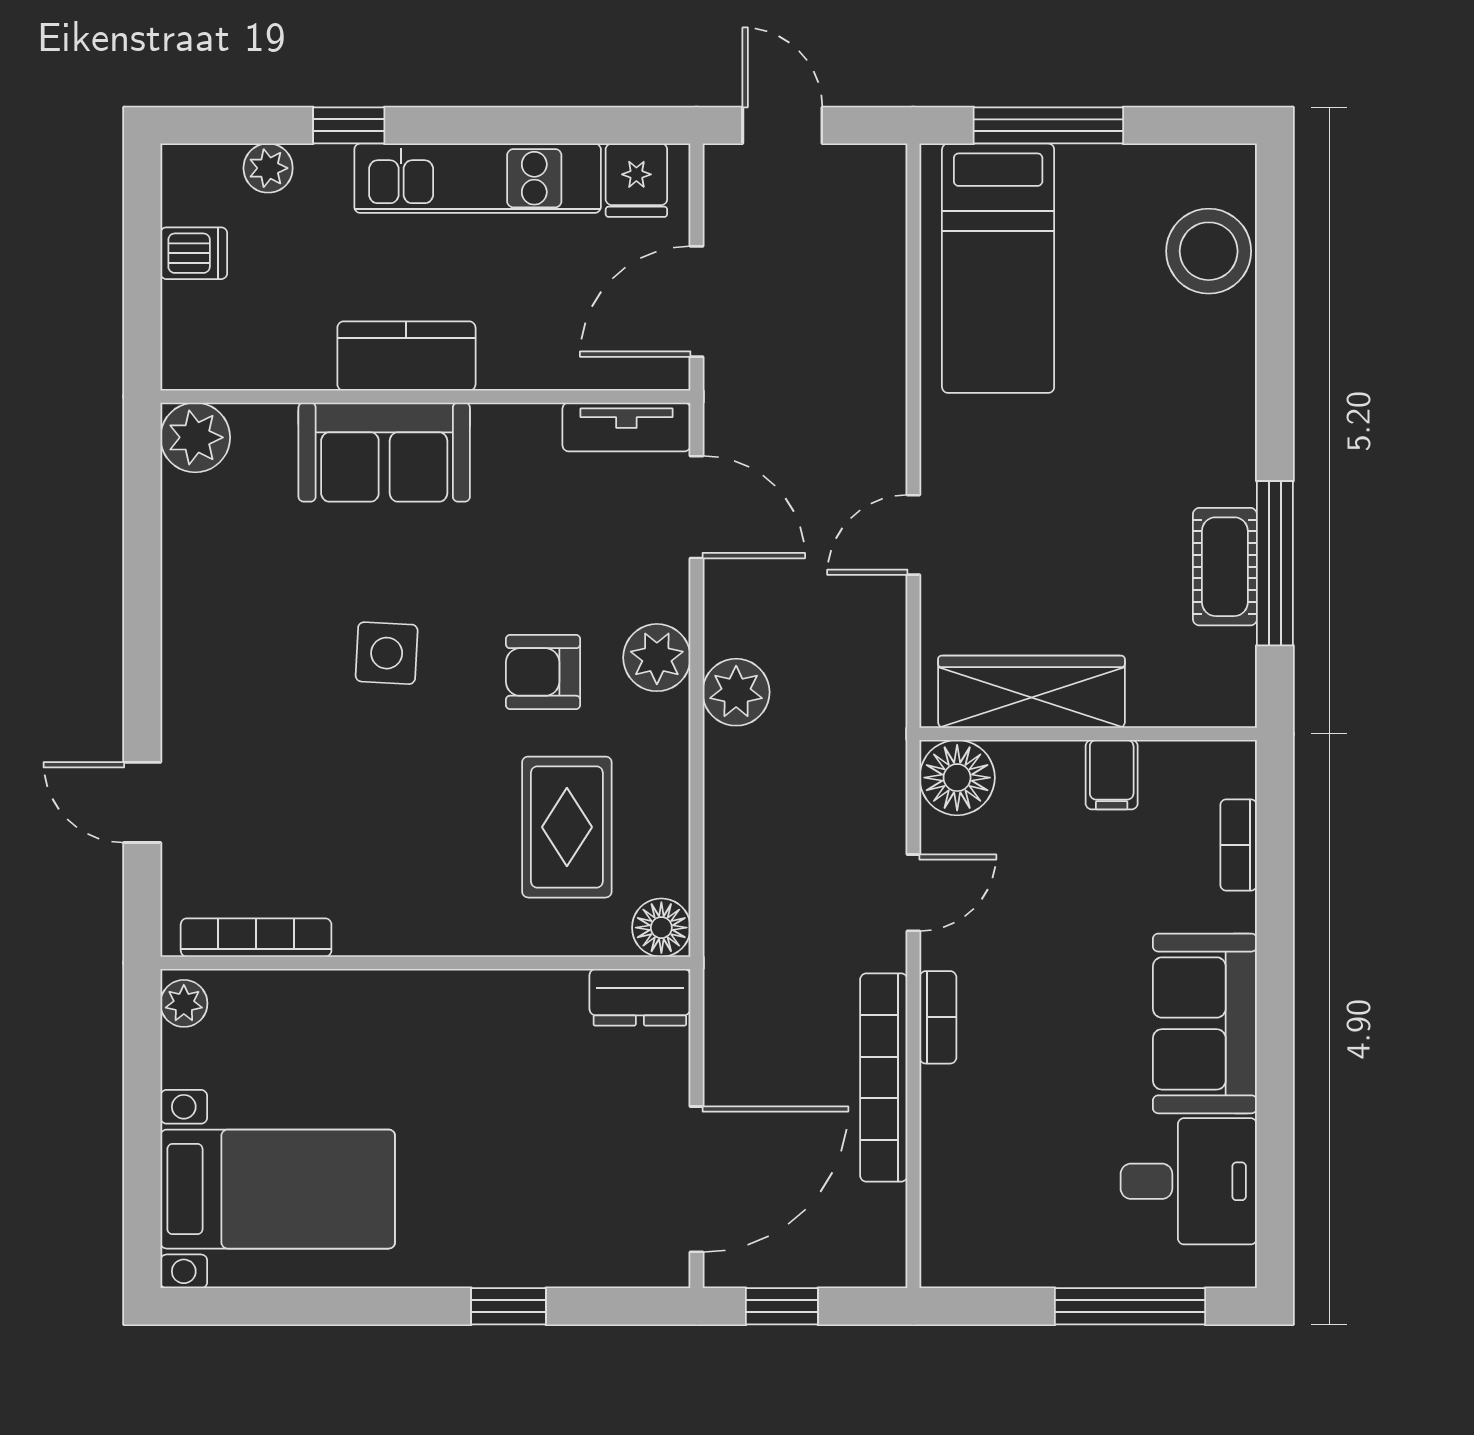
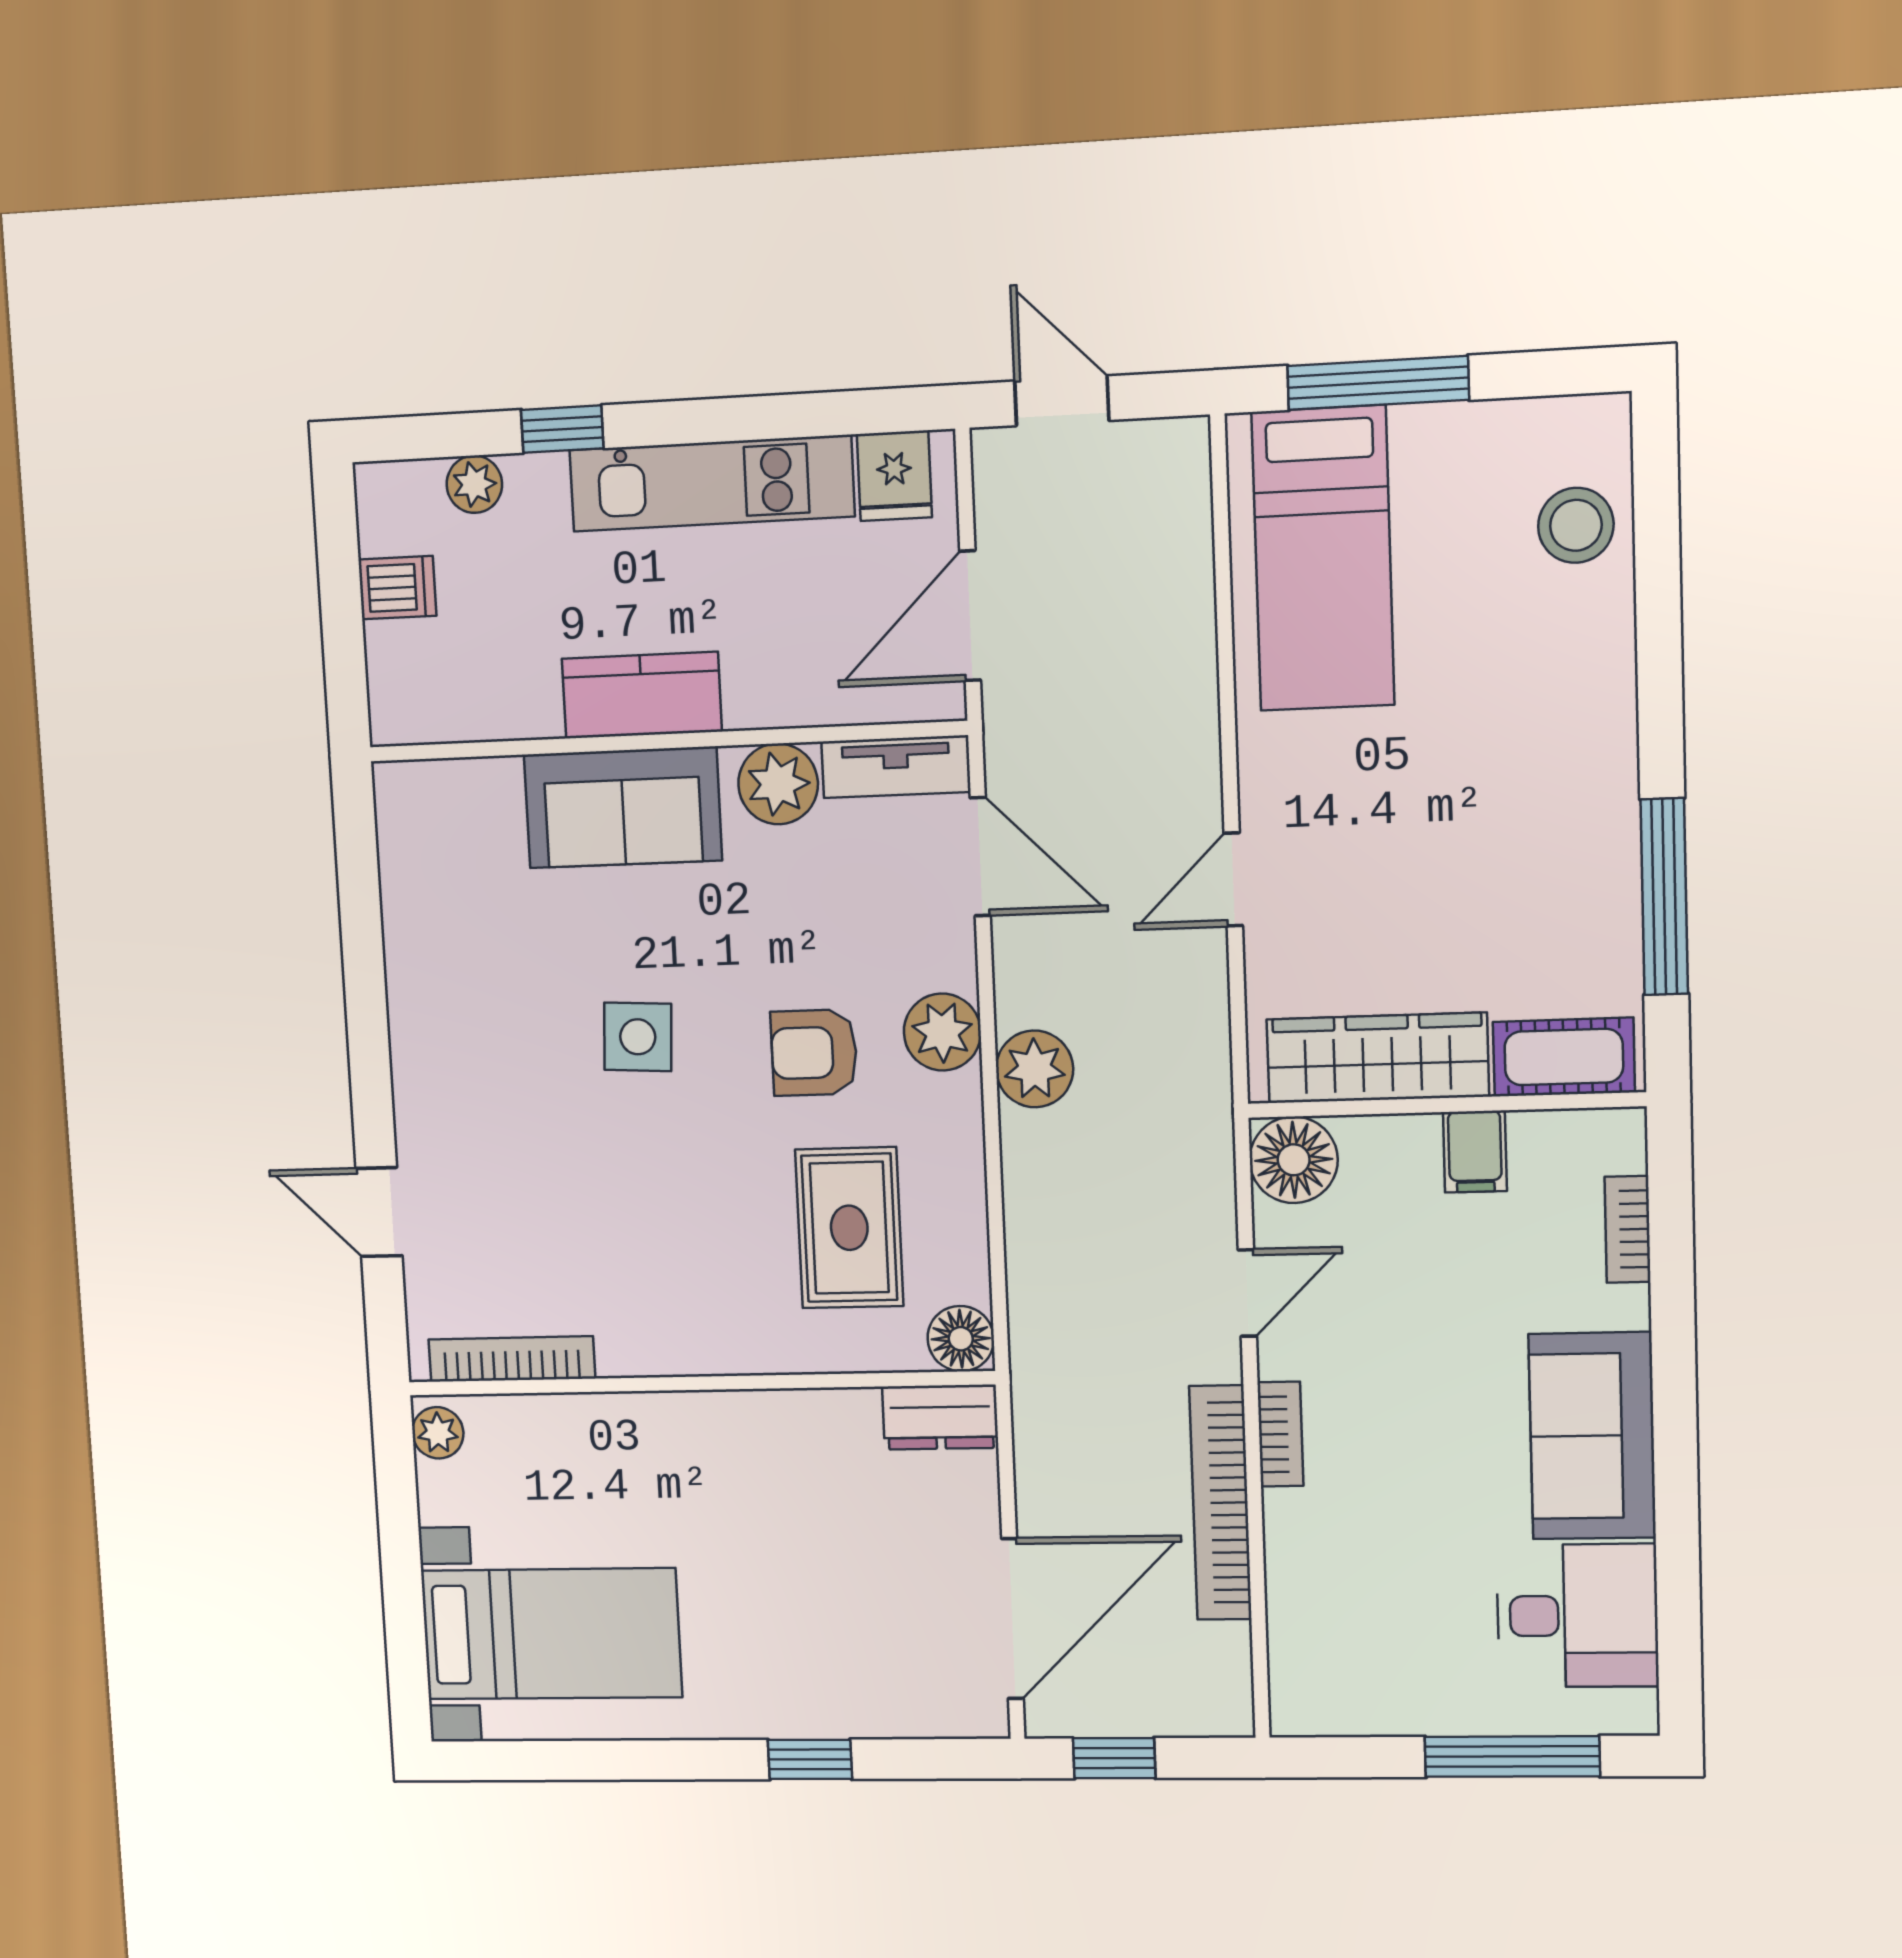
stool: (1209, 251) -> (1576, 525), width x0.73, depth x0.73
plant: (195, 437) -> (778, 784), moved
cot: (1225, 567) -> (1564, 1057), moved, turned 90

